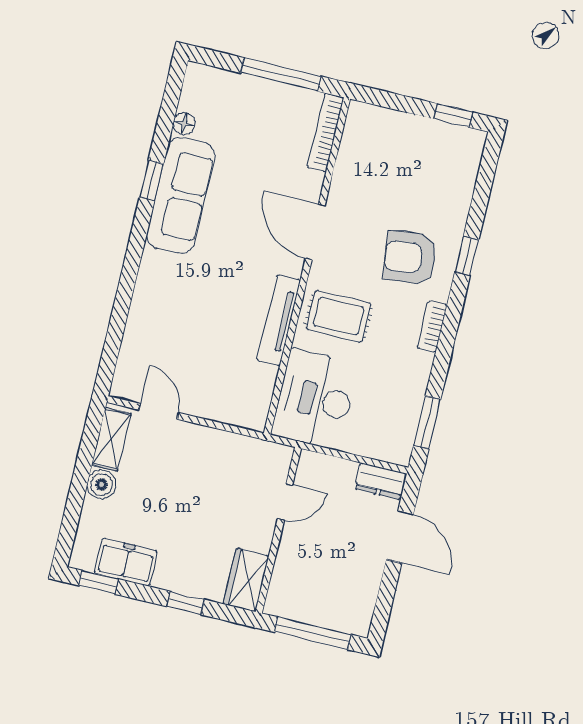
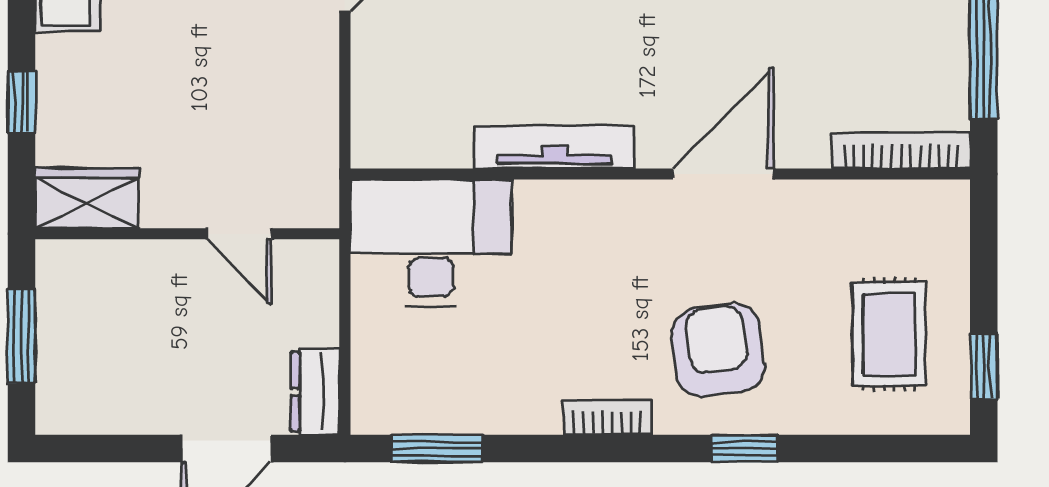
rug: (339, 316) -> (889, 334), moved
window: (313, 633) -> (21, 336), width x0.69

